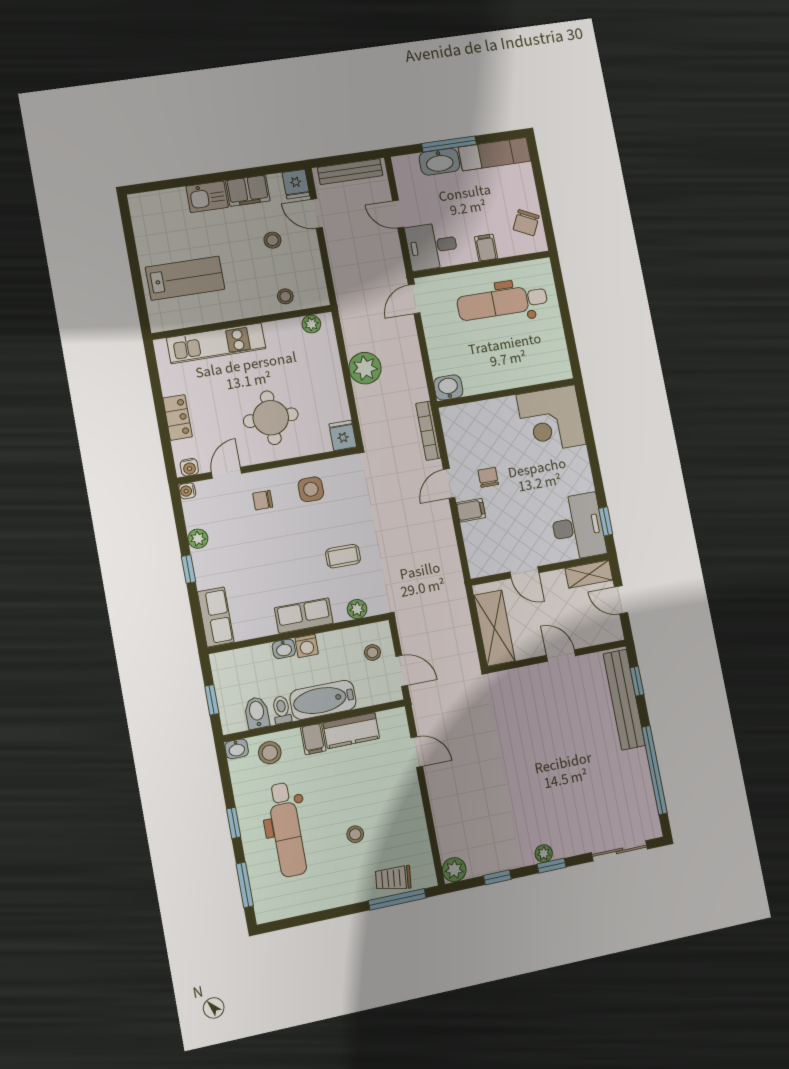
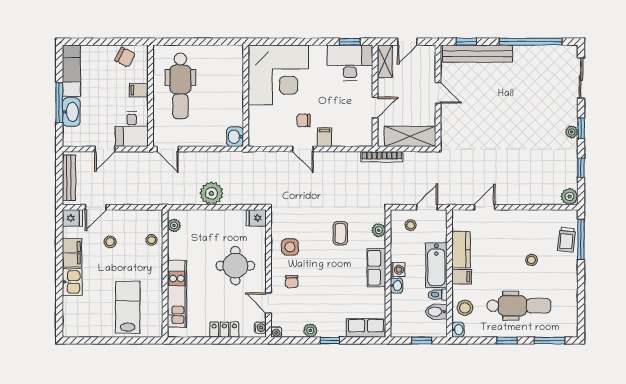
corner desk: (551, 420) -> (278, 75), width x1.36, depth x1.36
bookcase: (428, 431) -> (382, 157), moved
door: (561, 656) -> (438, 93), swing flipped

